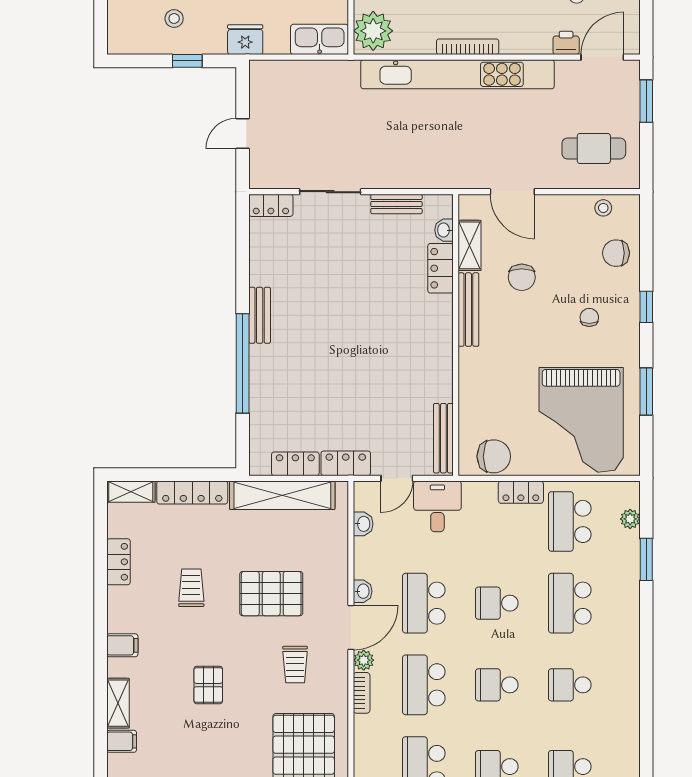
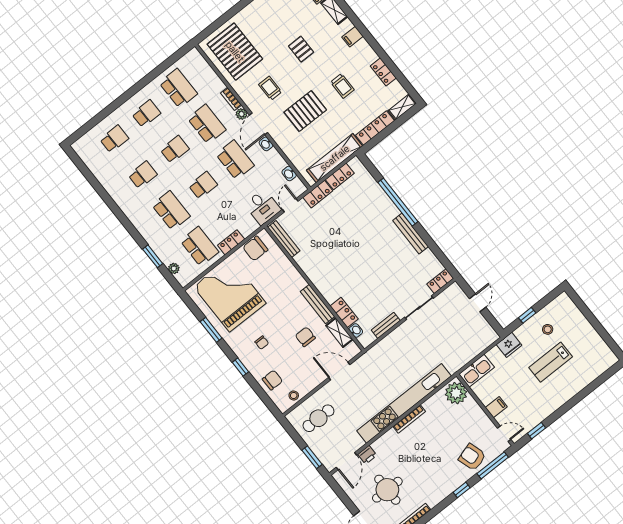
bench: (260, 315) -> (411, 234), width x1.36

